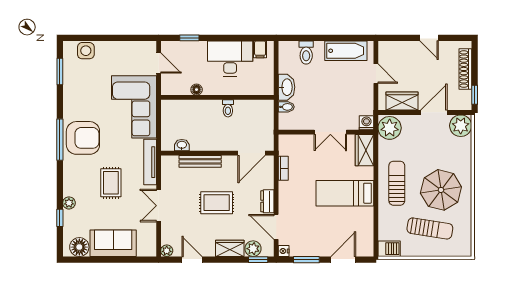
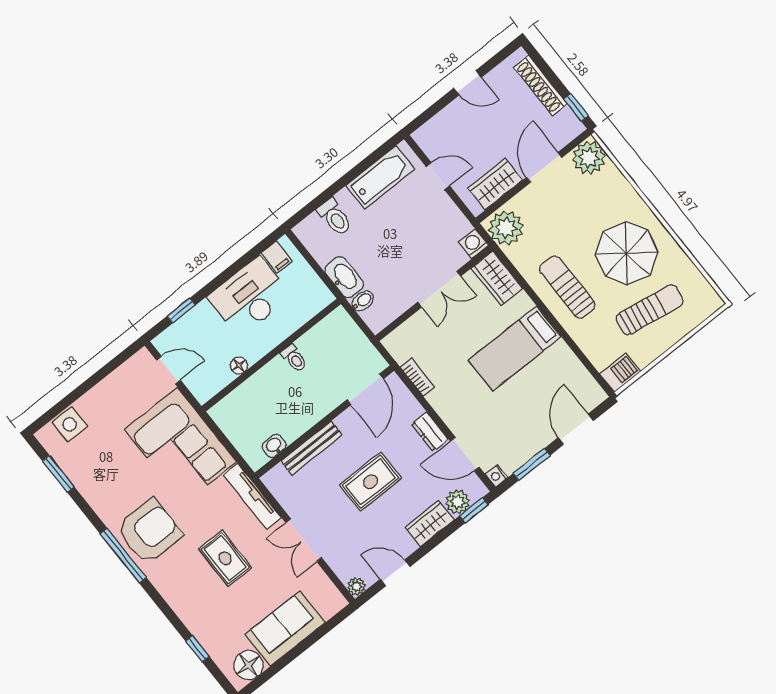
plant: (69, 203) -> (194, 622), removed

